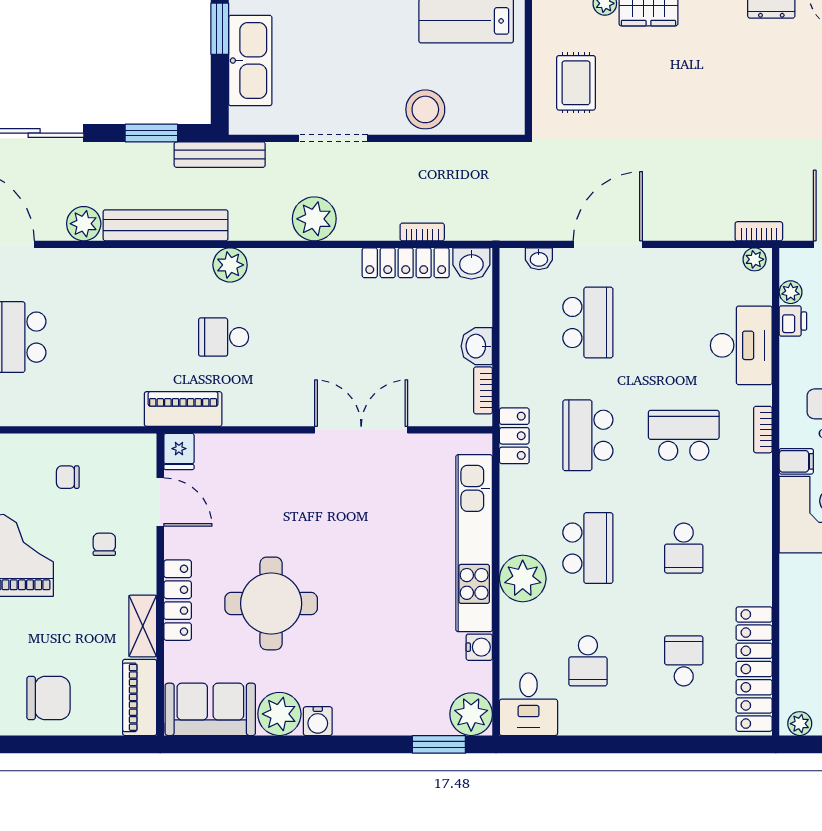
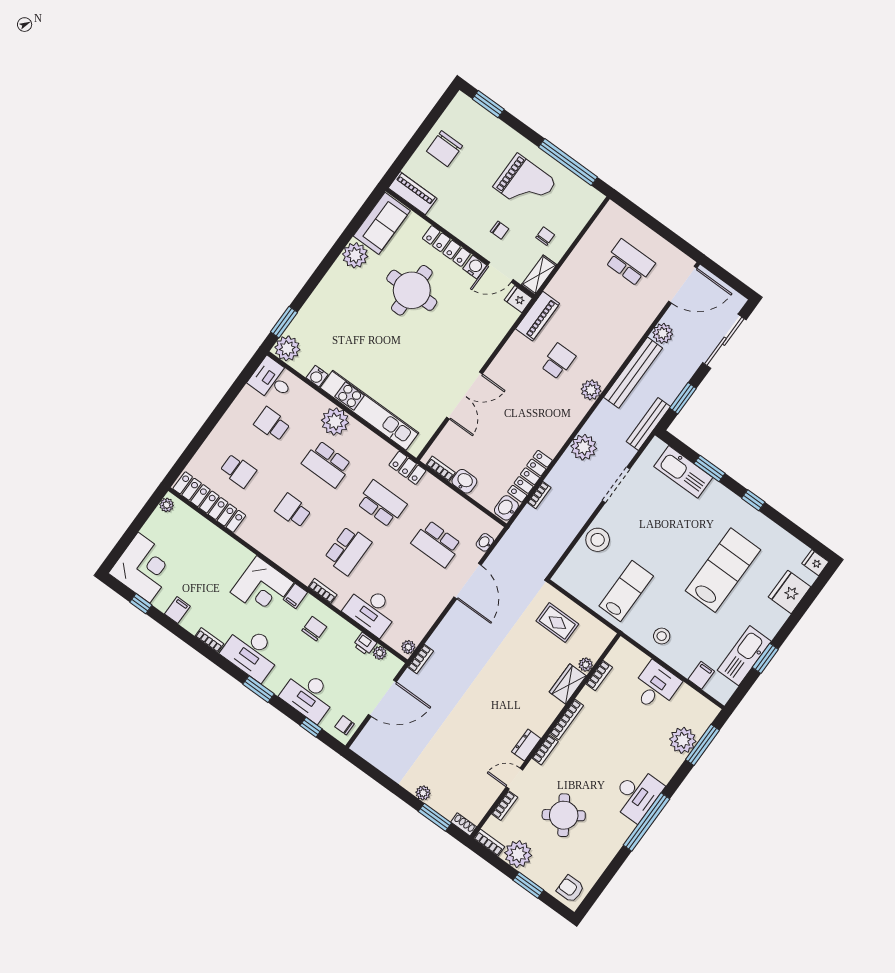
shelving: (143, 626) -> (539, 275), moved, turned 90
water cooler: (318, 721) -> (475, 267), moved, turned 90

